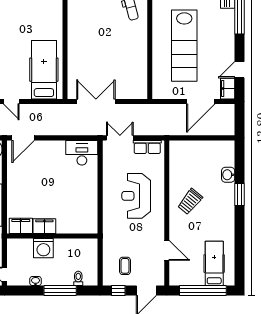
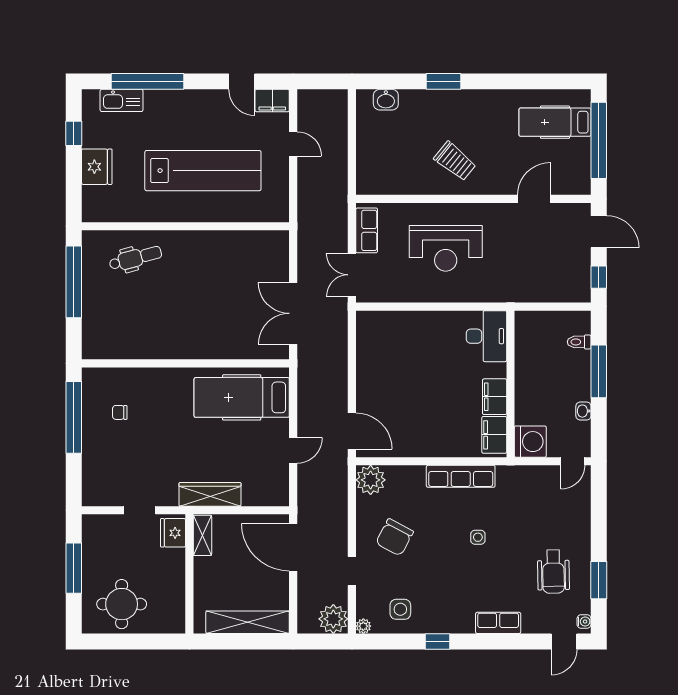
door: (201, 101) -> (293, 144), width x0.53
desk: (82, 153) -> (486, 336), moved, turned 180
washbasin: (228, 175) -> (386, 100), moved
washing machine: (43, 248) -> (530, 442), moved
coffee table: (125, 266) -> (559, 266), removed

